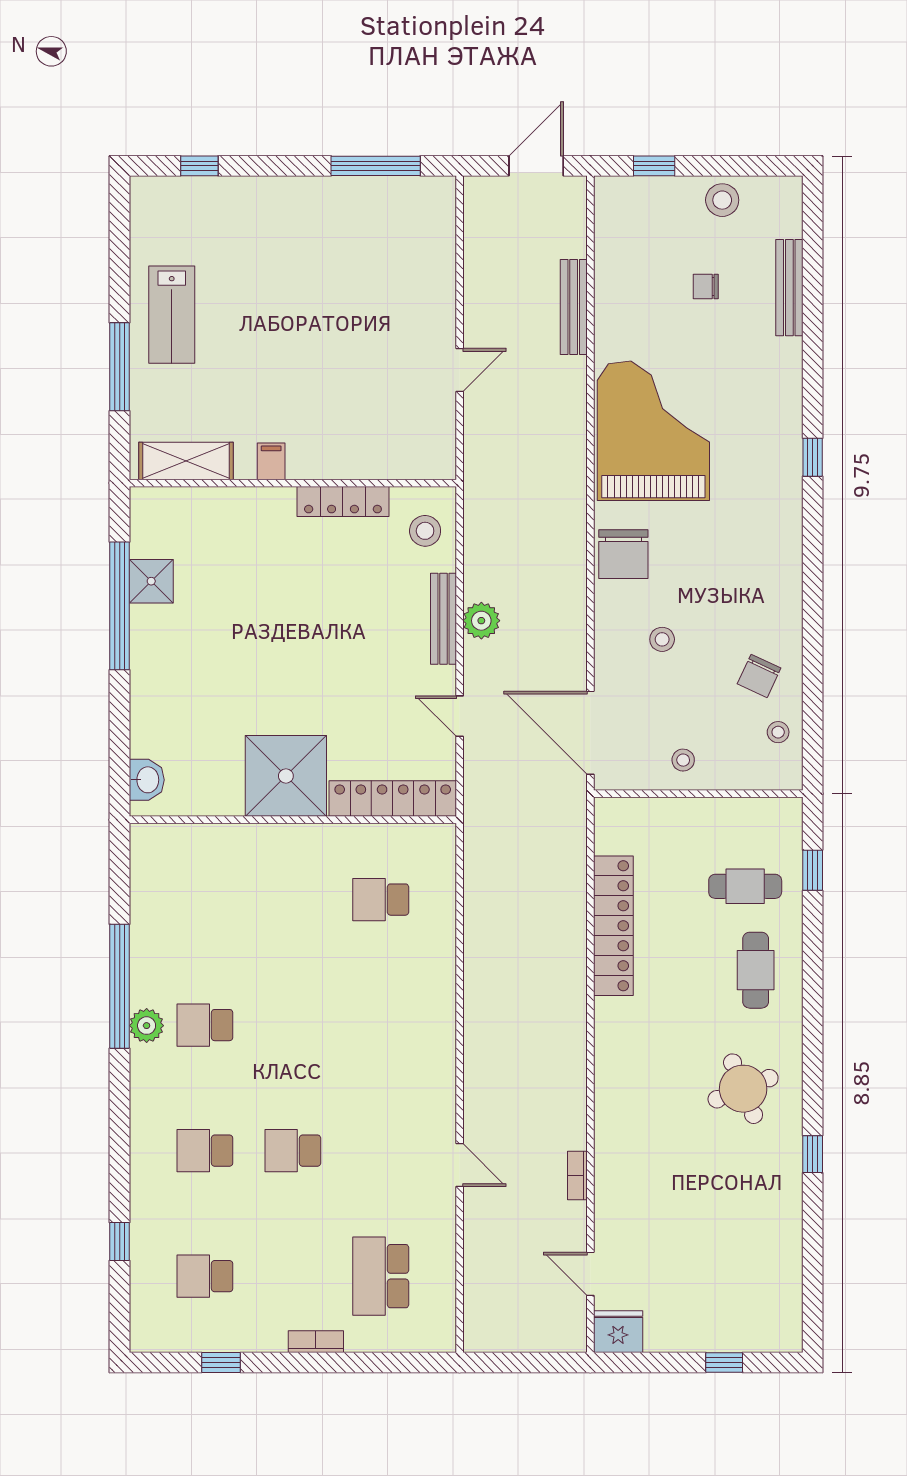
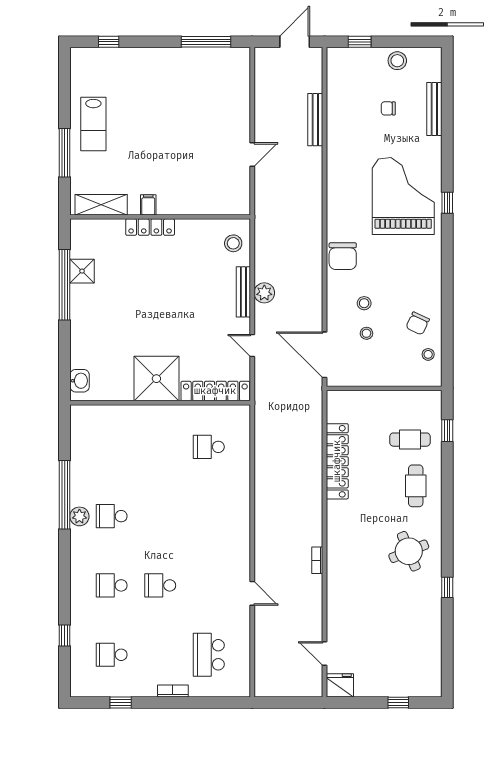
grand piano: (653, 431) -> (403, 196), moved
locker: (343, 501) -> (150, 227), moved
stool: (683, 760) -> (366, 333), moved
bookcase: (577, 1176) -> (317, 560), moved

